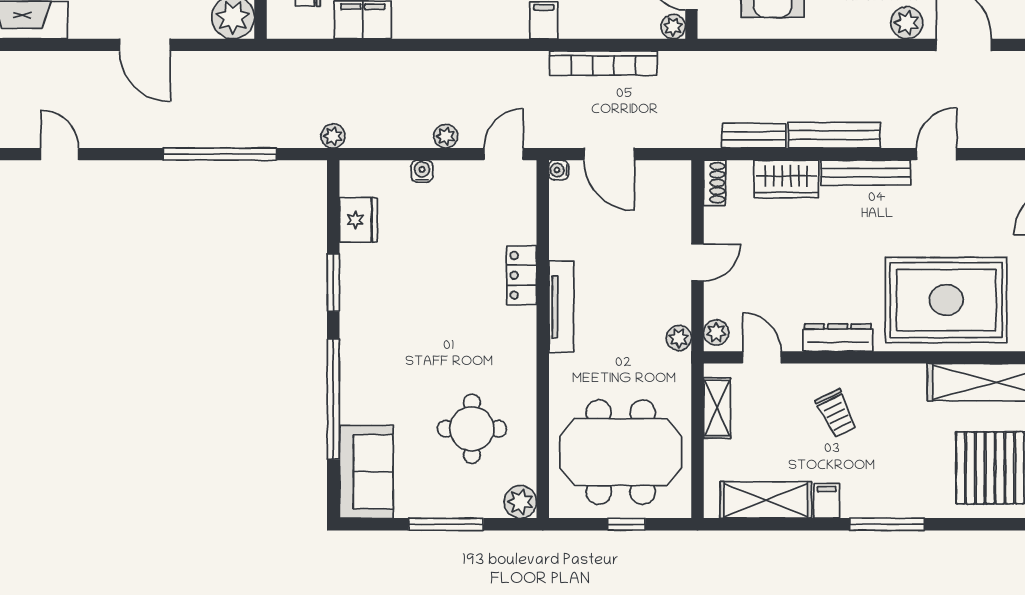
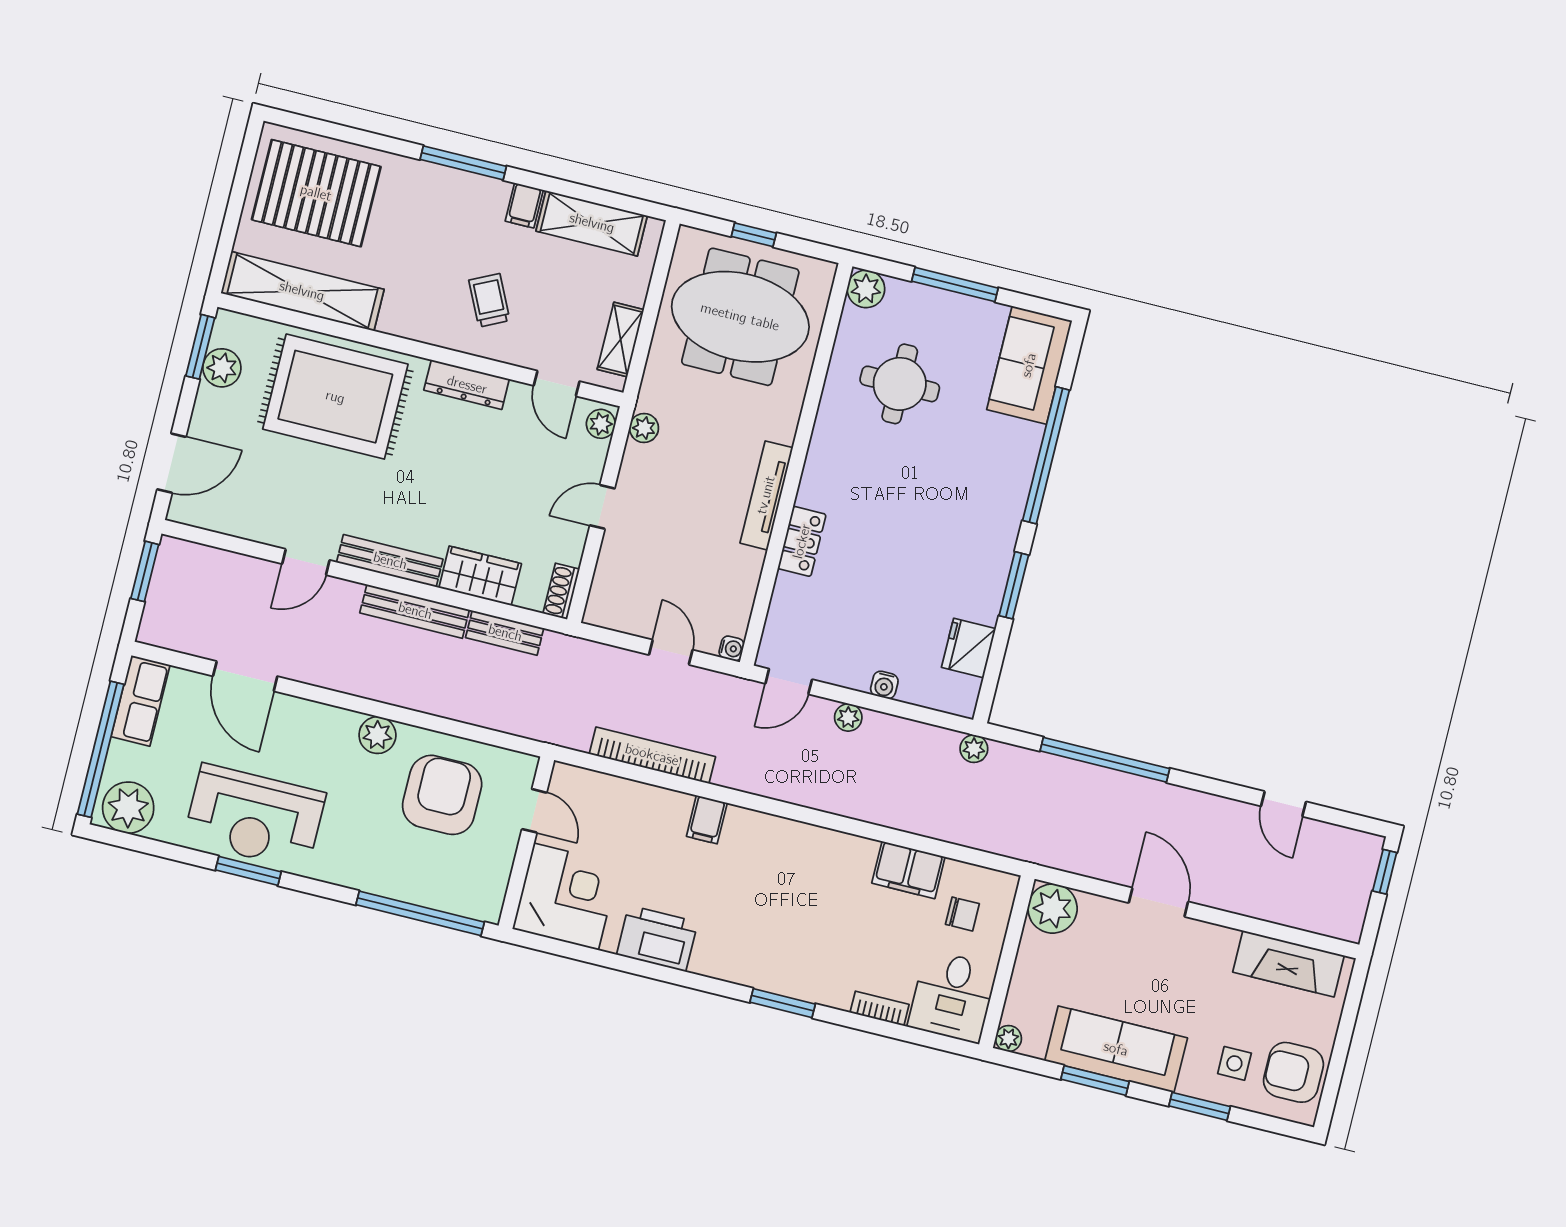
plant: (907, 23) -> (377, 735), moved
plant: (673, 27) -> (564, 777), removed
door: (609, 154) -> (671, 652), width x0.73

